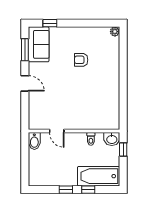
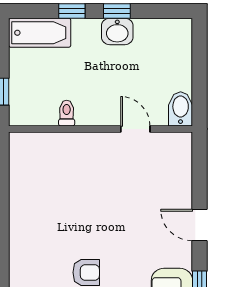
washbasin: (112, 139) -> (117, 31), moved, turned 180
bathtub: (99, 176) -> (40, 33), width x0.73, depth x0.73

